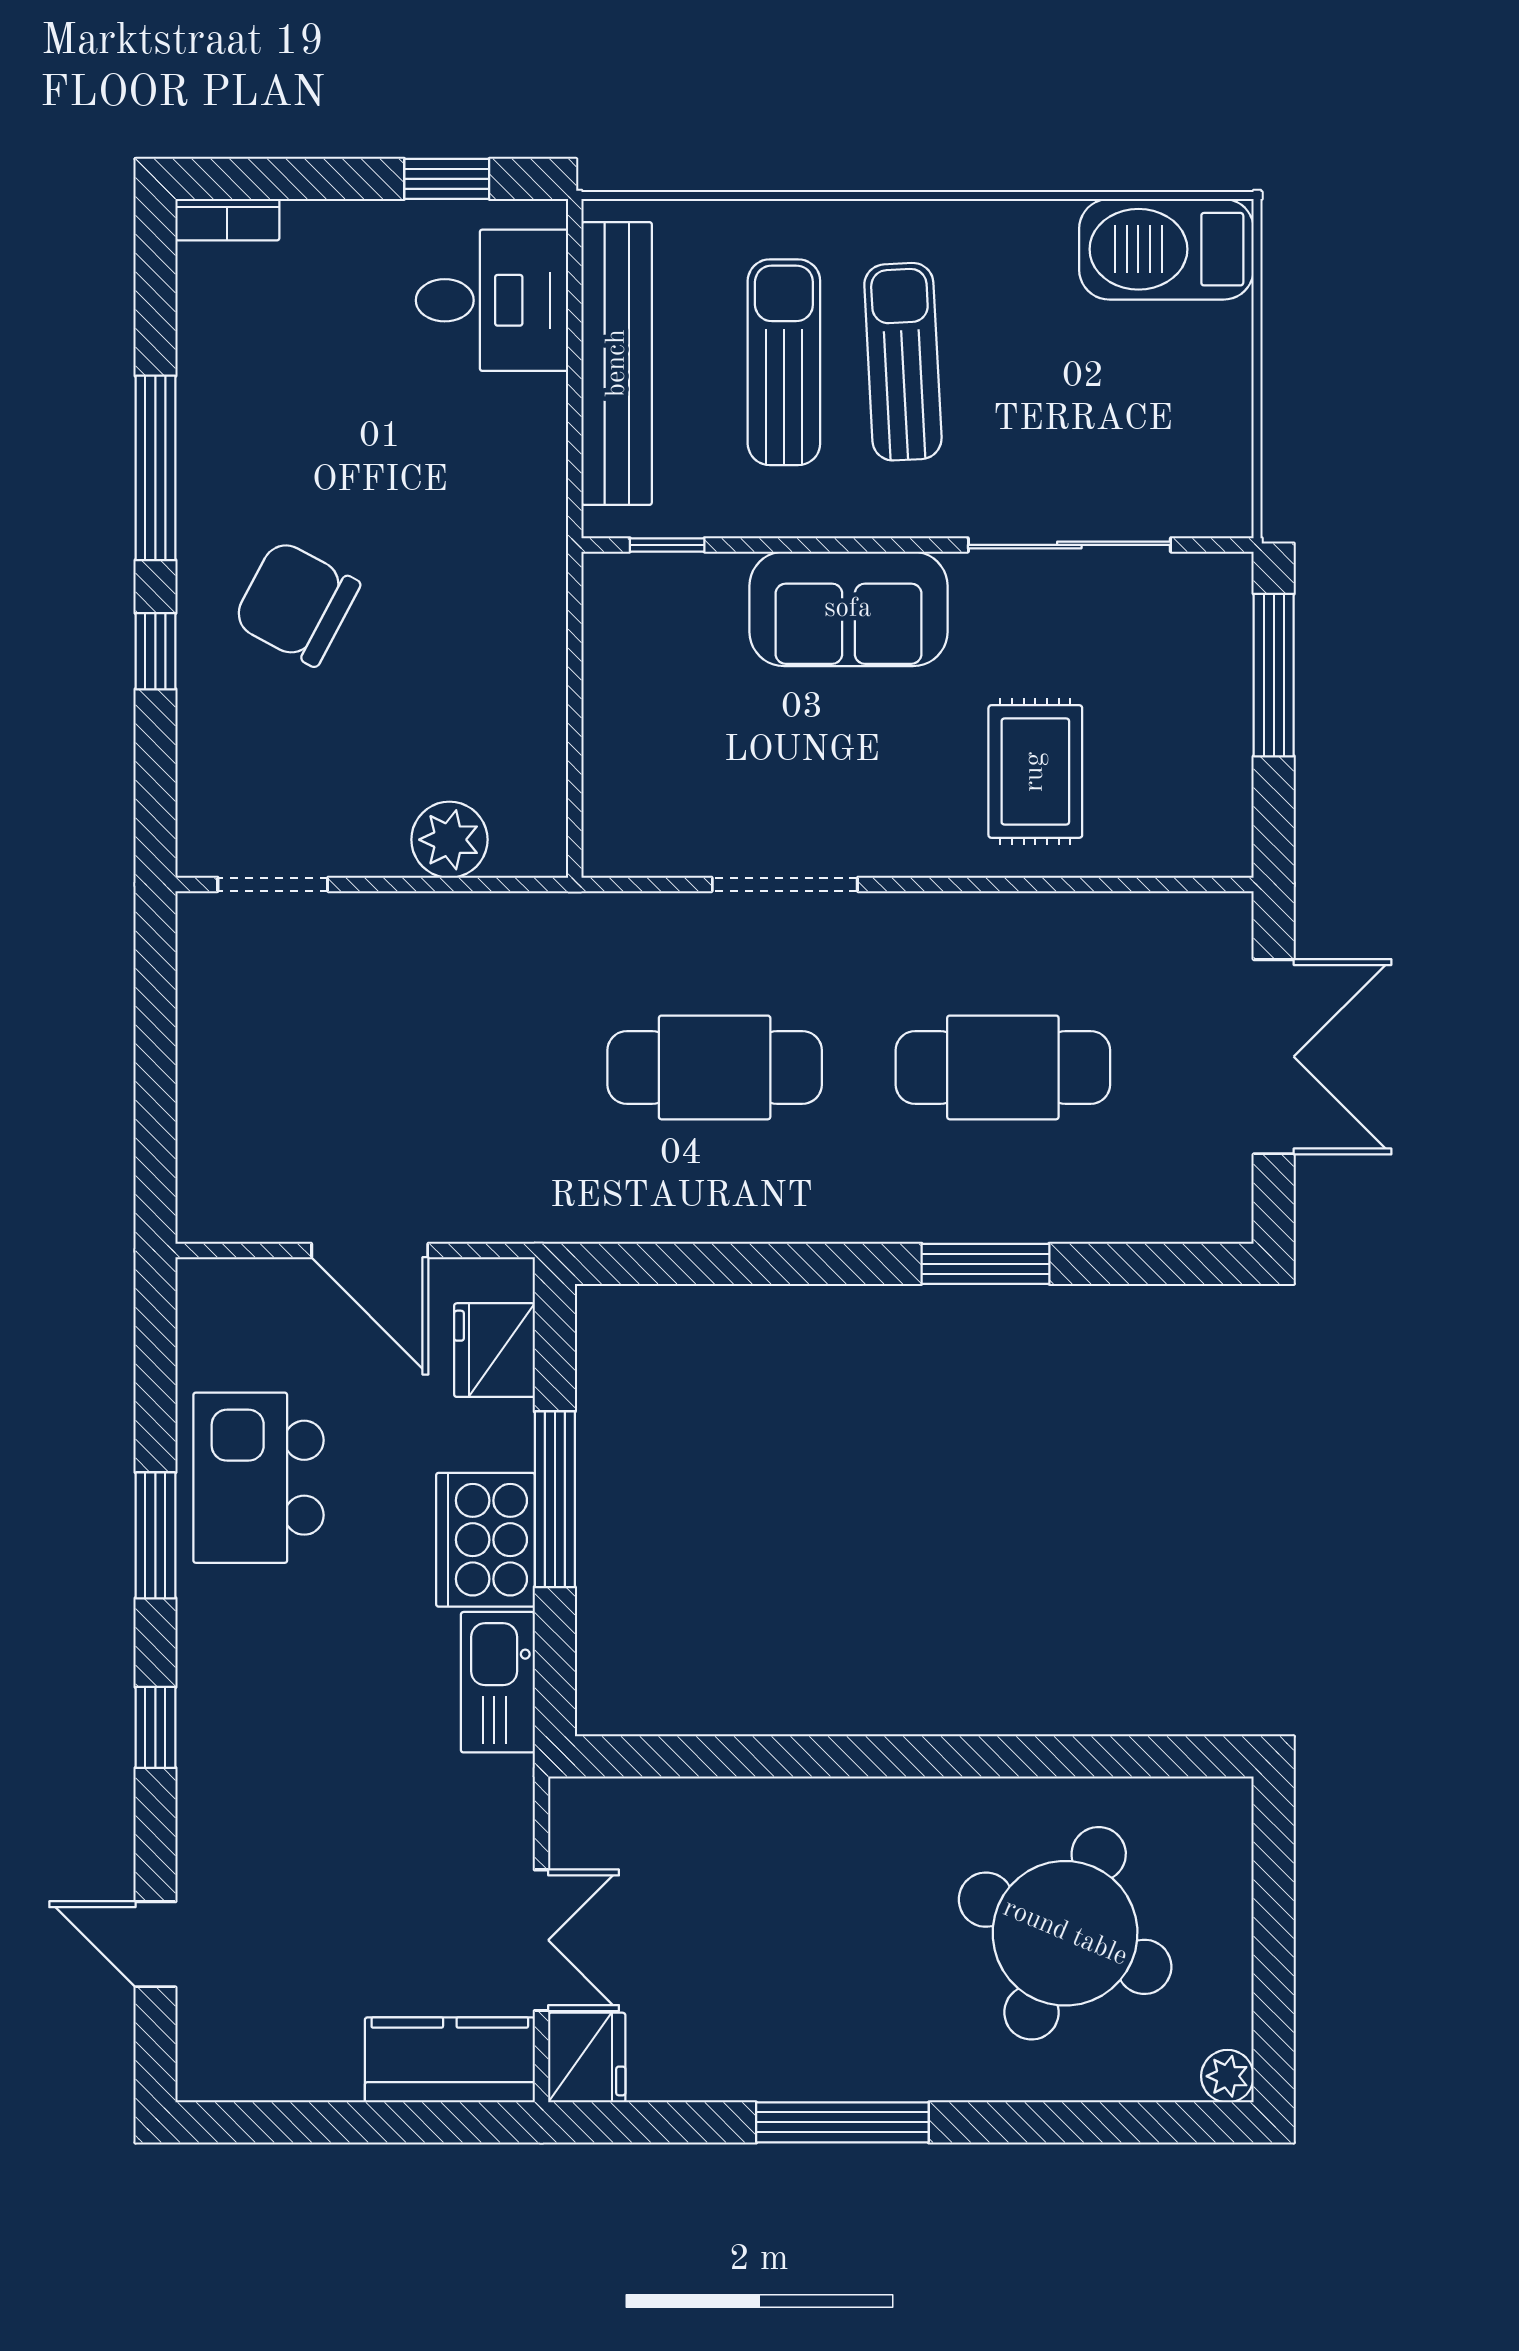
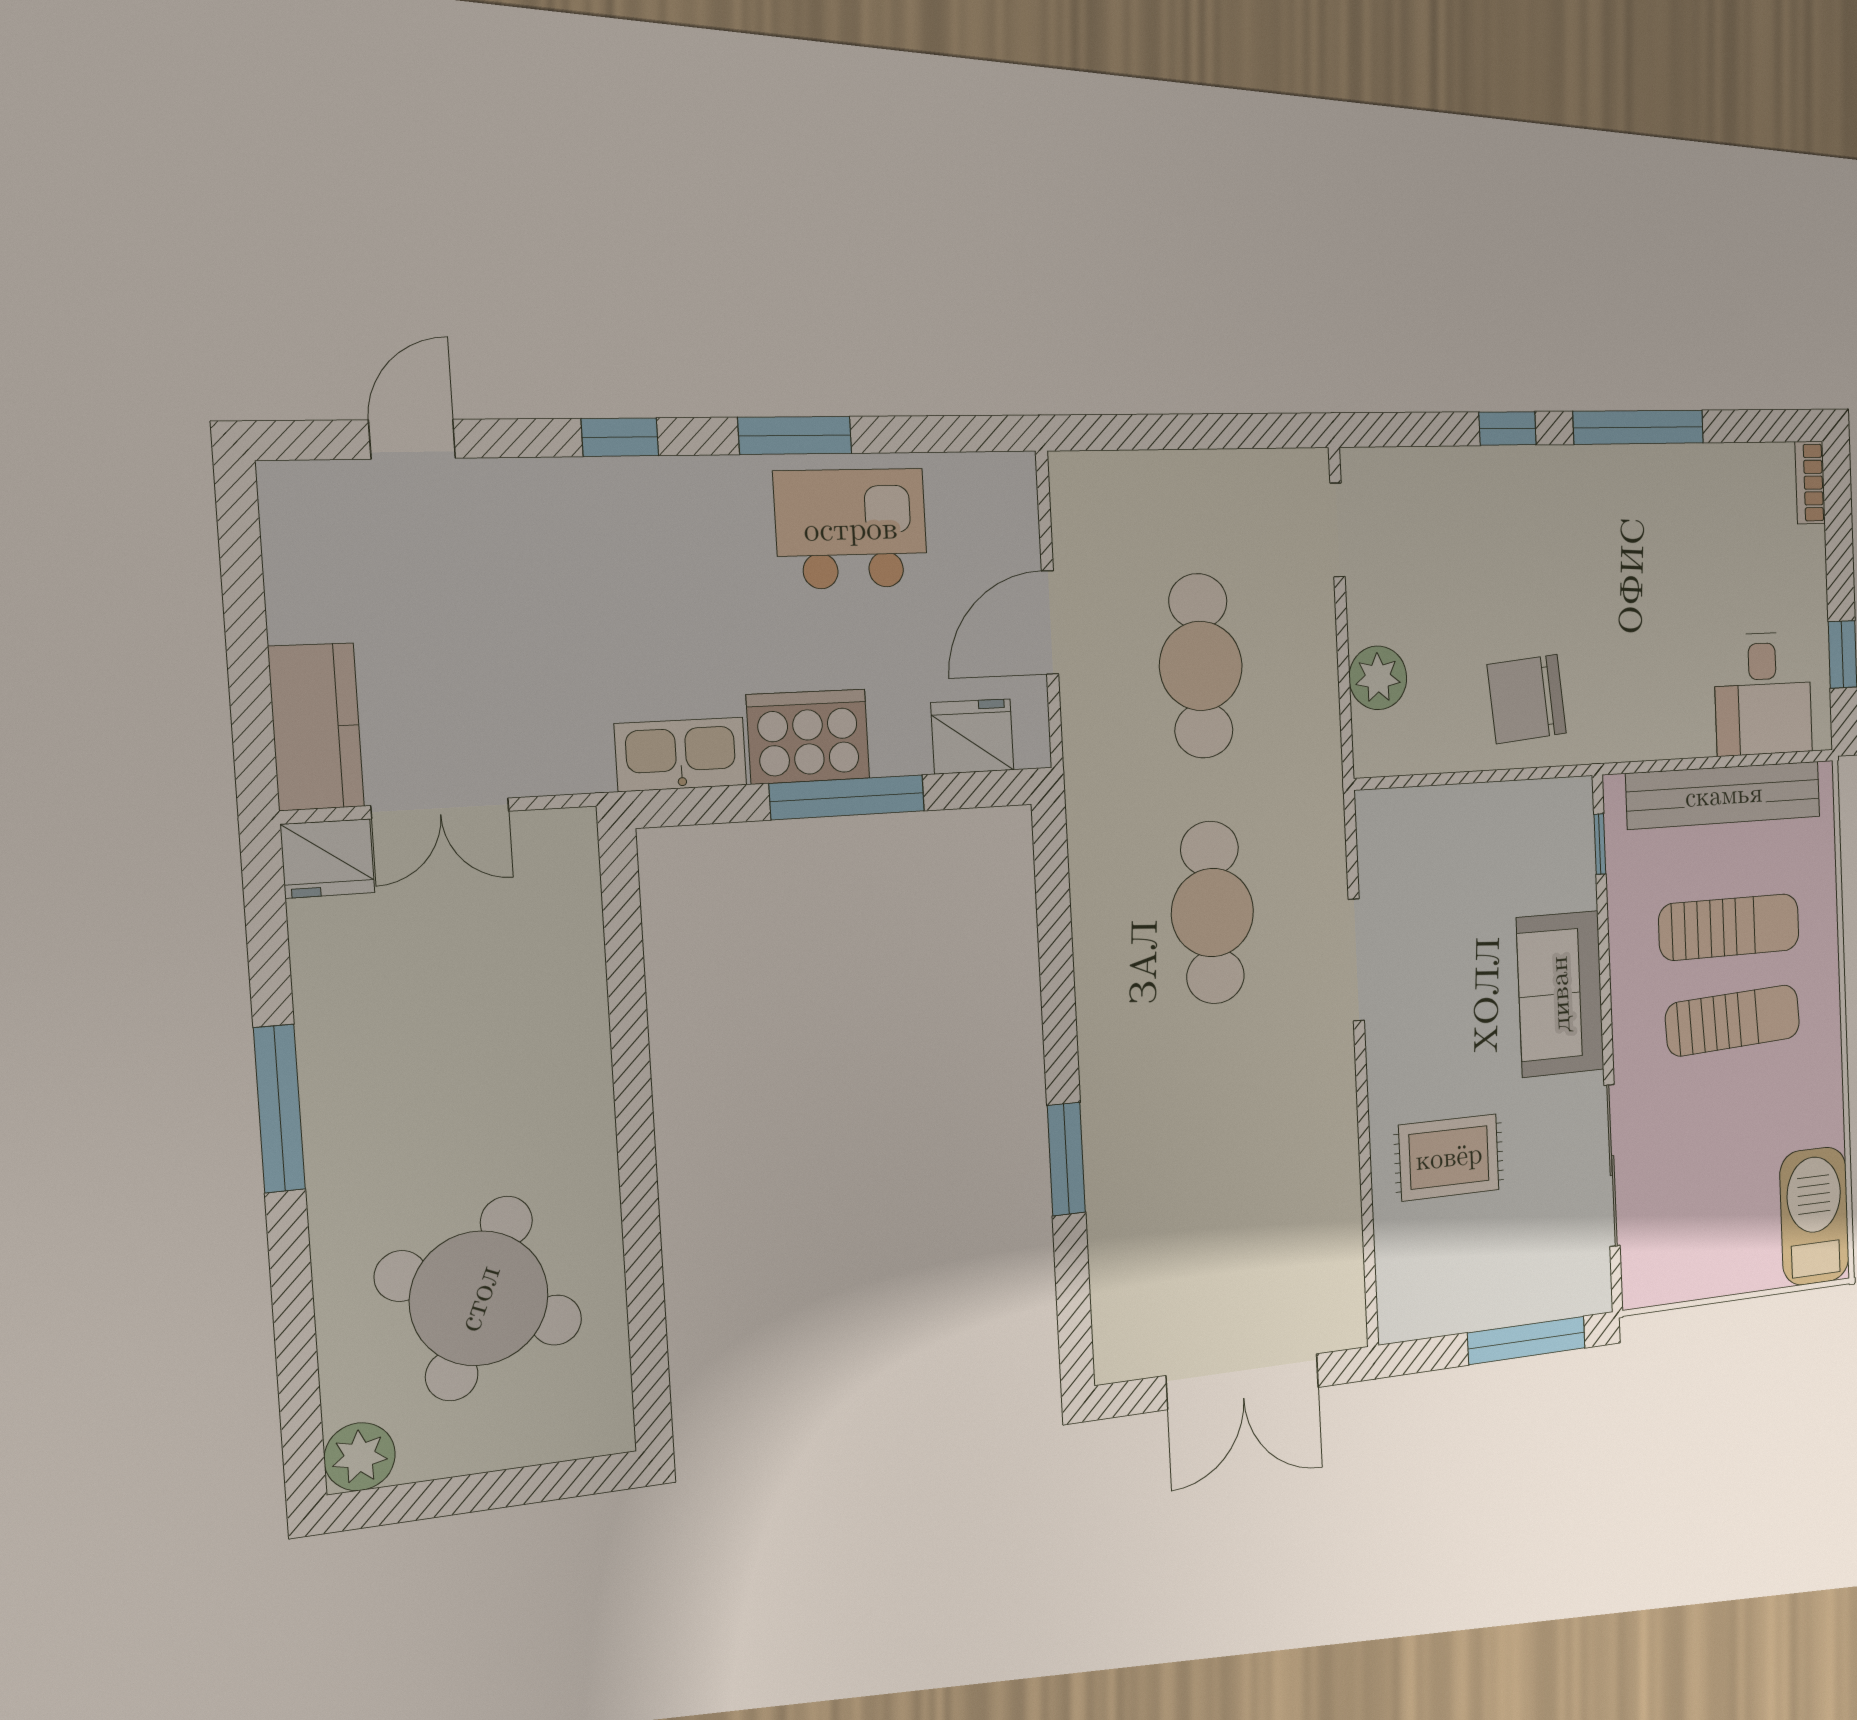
chair: (296, 603) -> (1527, 699), moved, turned -123
cafe table: (1003, 1067) -> (1201, 666), moved
plant: (1227, 2076) -> (360, 1457), width x1.38, depth x1.38

